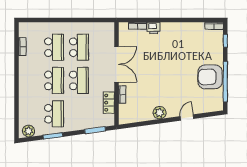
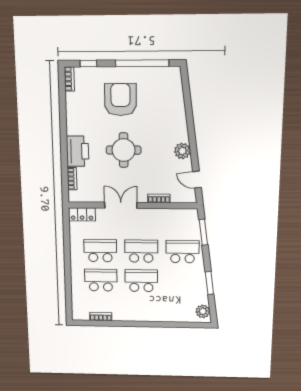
printer: (154, 28) -> (78, 151), width x1.87, depth x1.48
double door: (117, 64) -> (121, 205), width x0.73
round table: (160, 67) -> (124, 150), added
armchair: (210, 77) -> (120, 100), moved, turned 180
locker: (109, 103) -> (82, 214), moved
school desk: (54, 114) -> (183, 252), moved
door: (187, 118) -> (197, 180), moved

